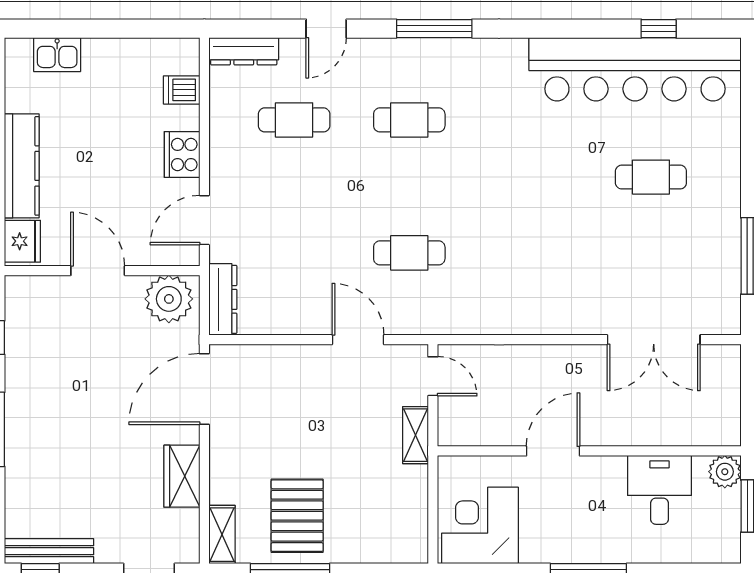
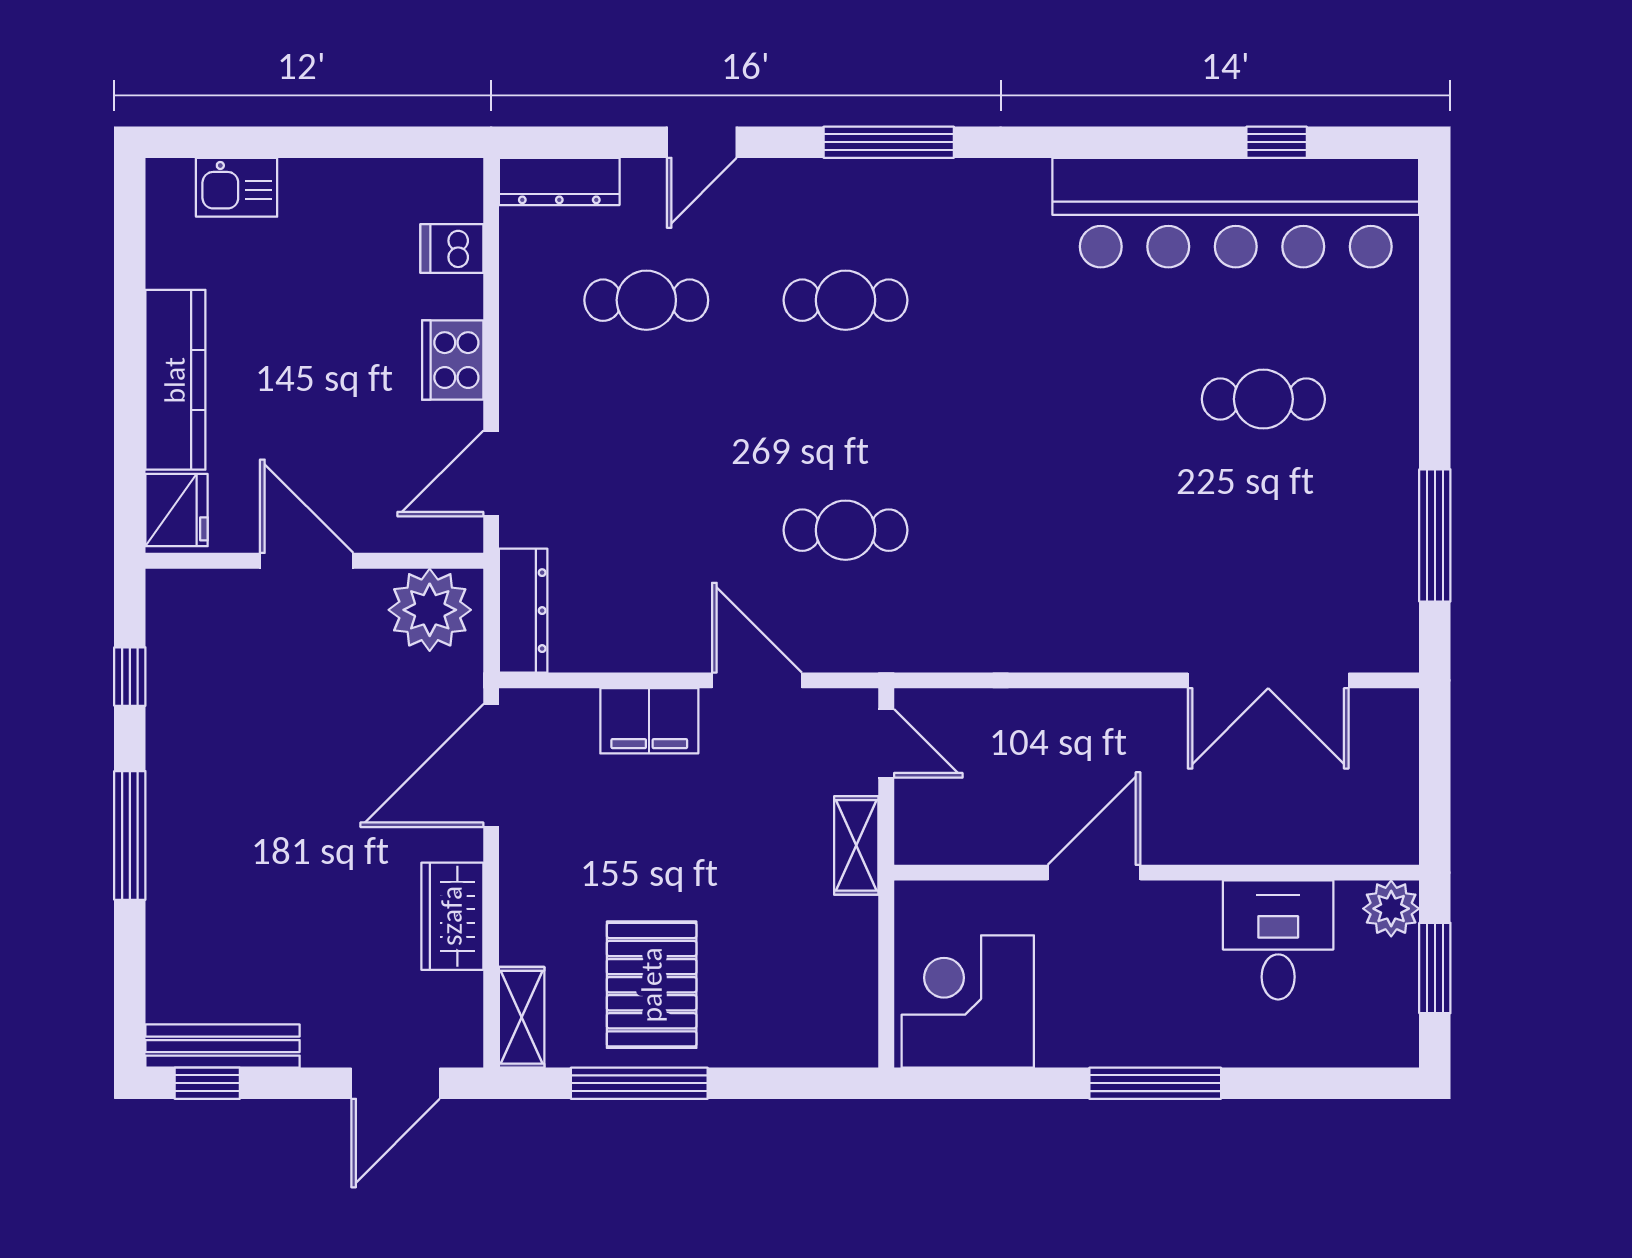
filing cabinet: (296, 363) -> (649, 721), added

